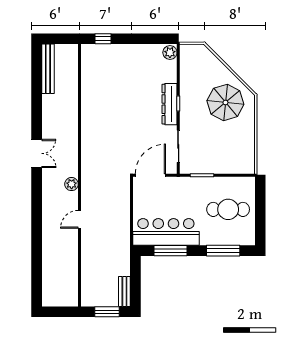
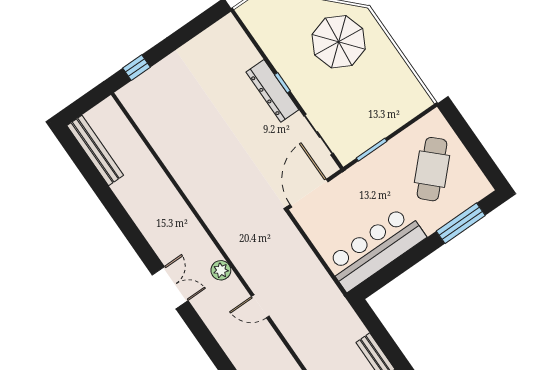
plant: (170, 53) -> (229, 28), removed
double door: (37, 153) -> (170, 288), moved
cafe table: (228, 209) -> (432, 169), turned -46
door: (79, 219) -> (260, 306), hinge flipped
window: (171, 251) -> (397, 268), removed

